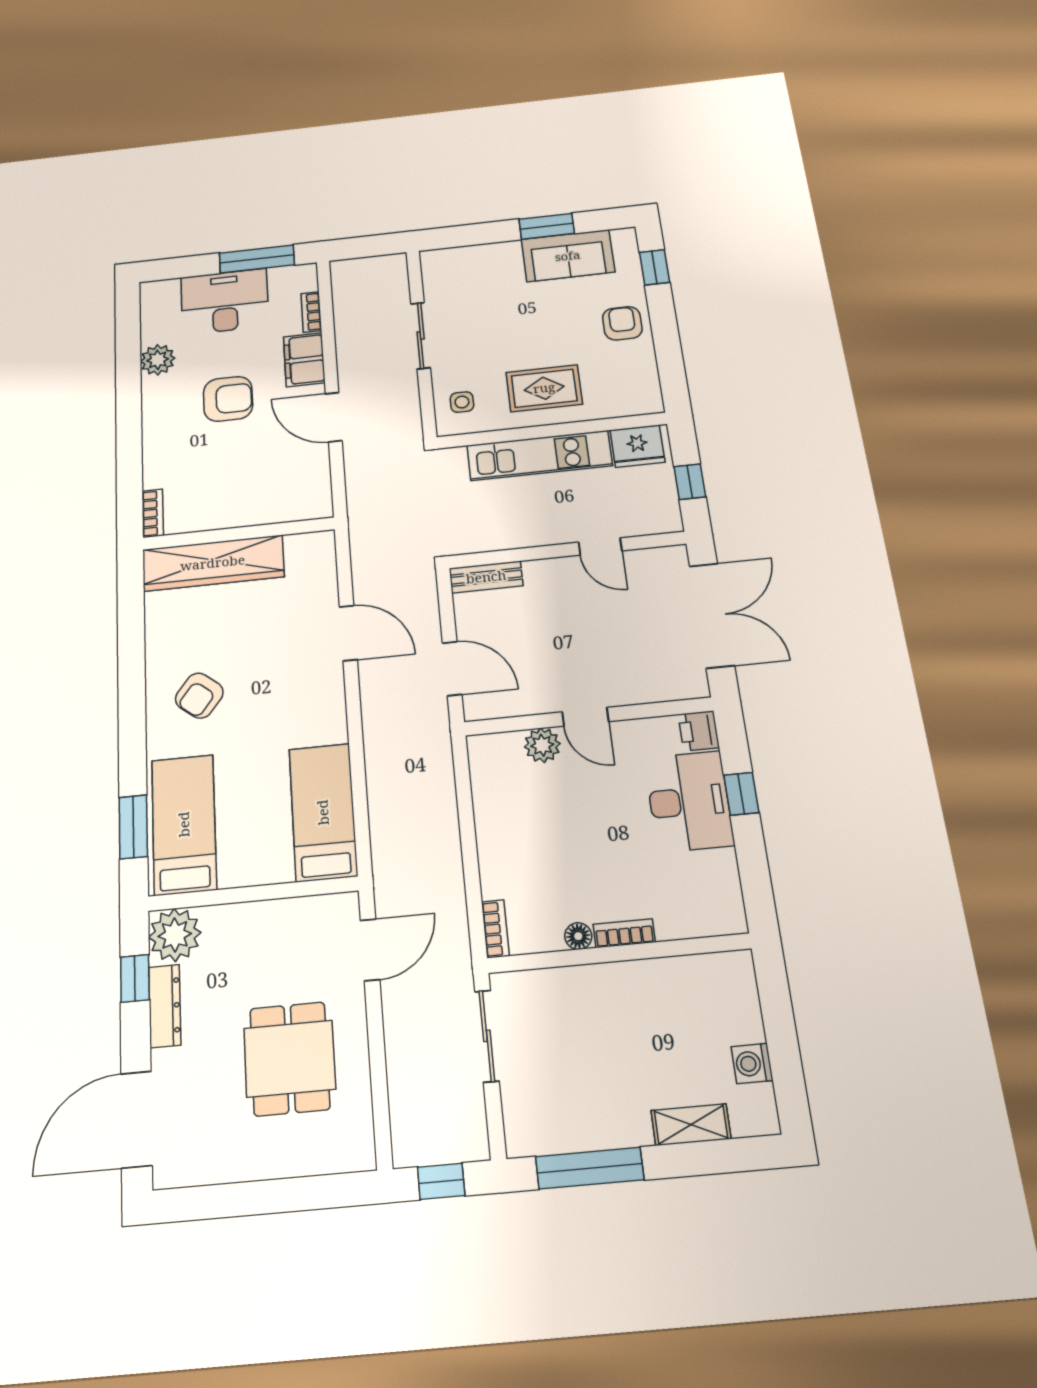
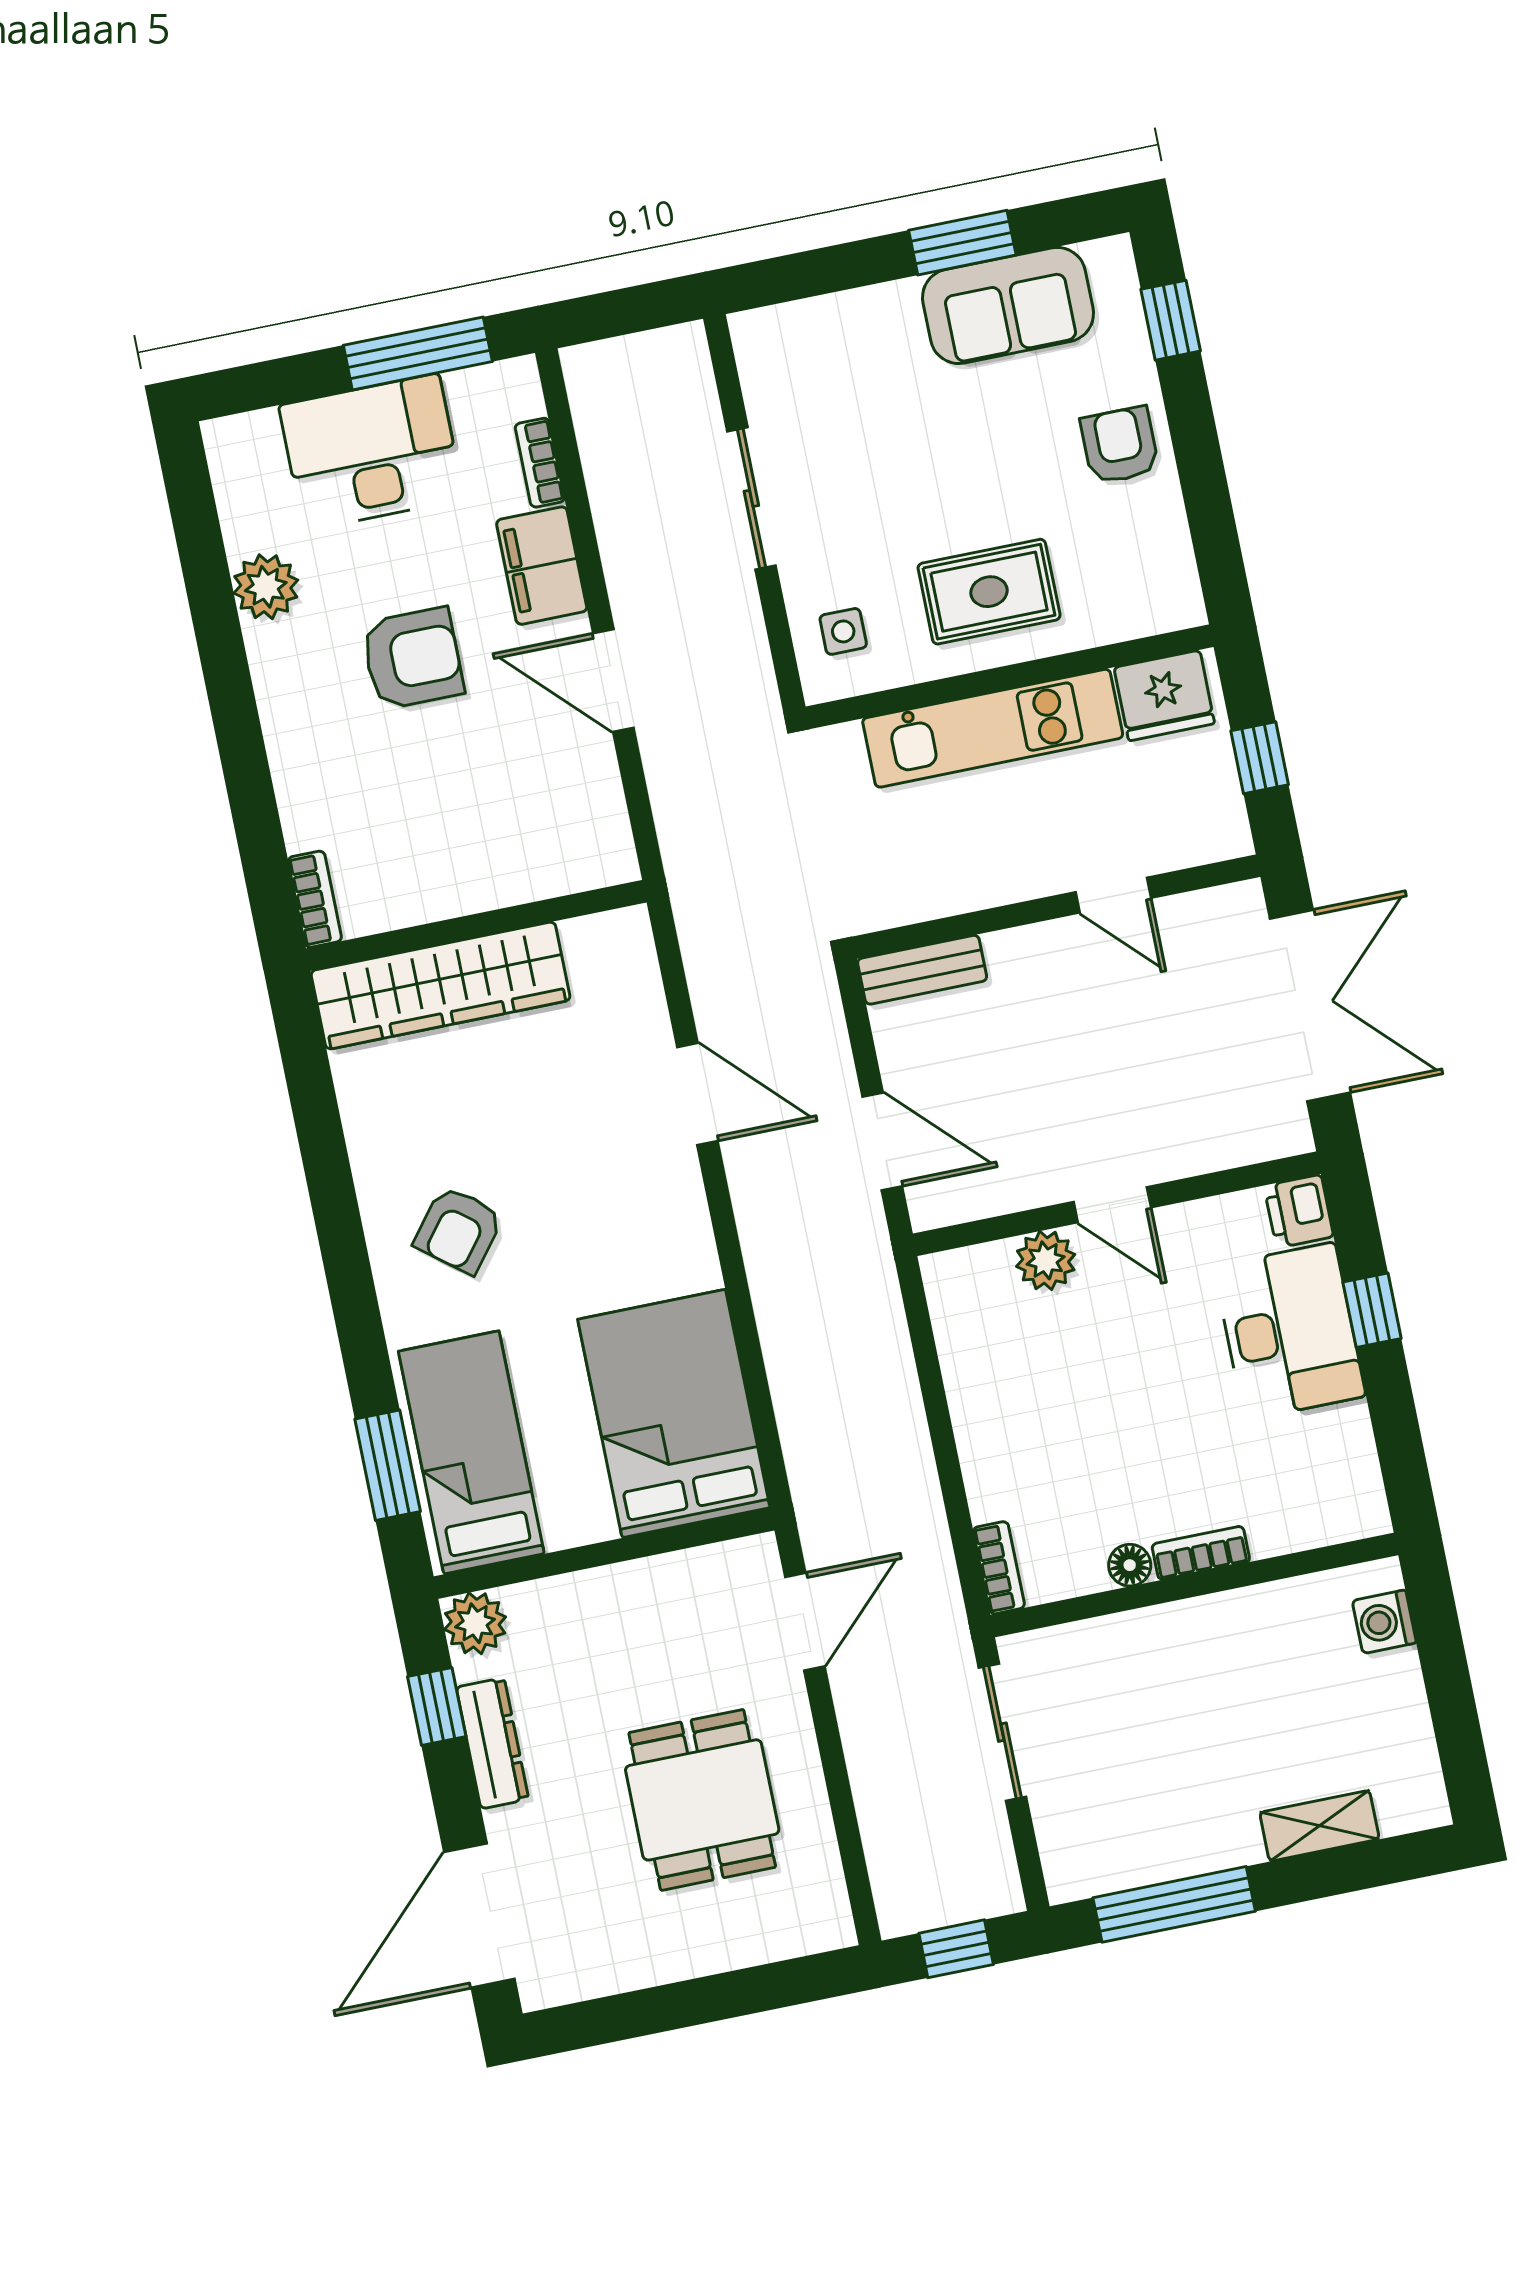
bed: (323, 812) -> (674, 1413), width x1.50
plant: (175, 935) -> (475, 1623), width x0.73, depth x0.73
washing machine: (752, 1063) -> (1384, 1622), moved

